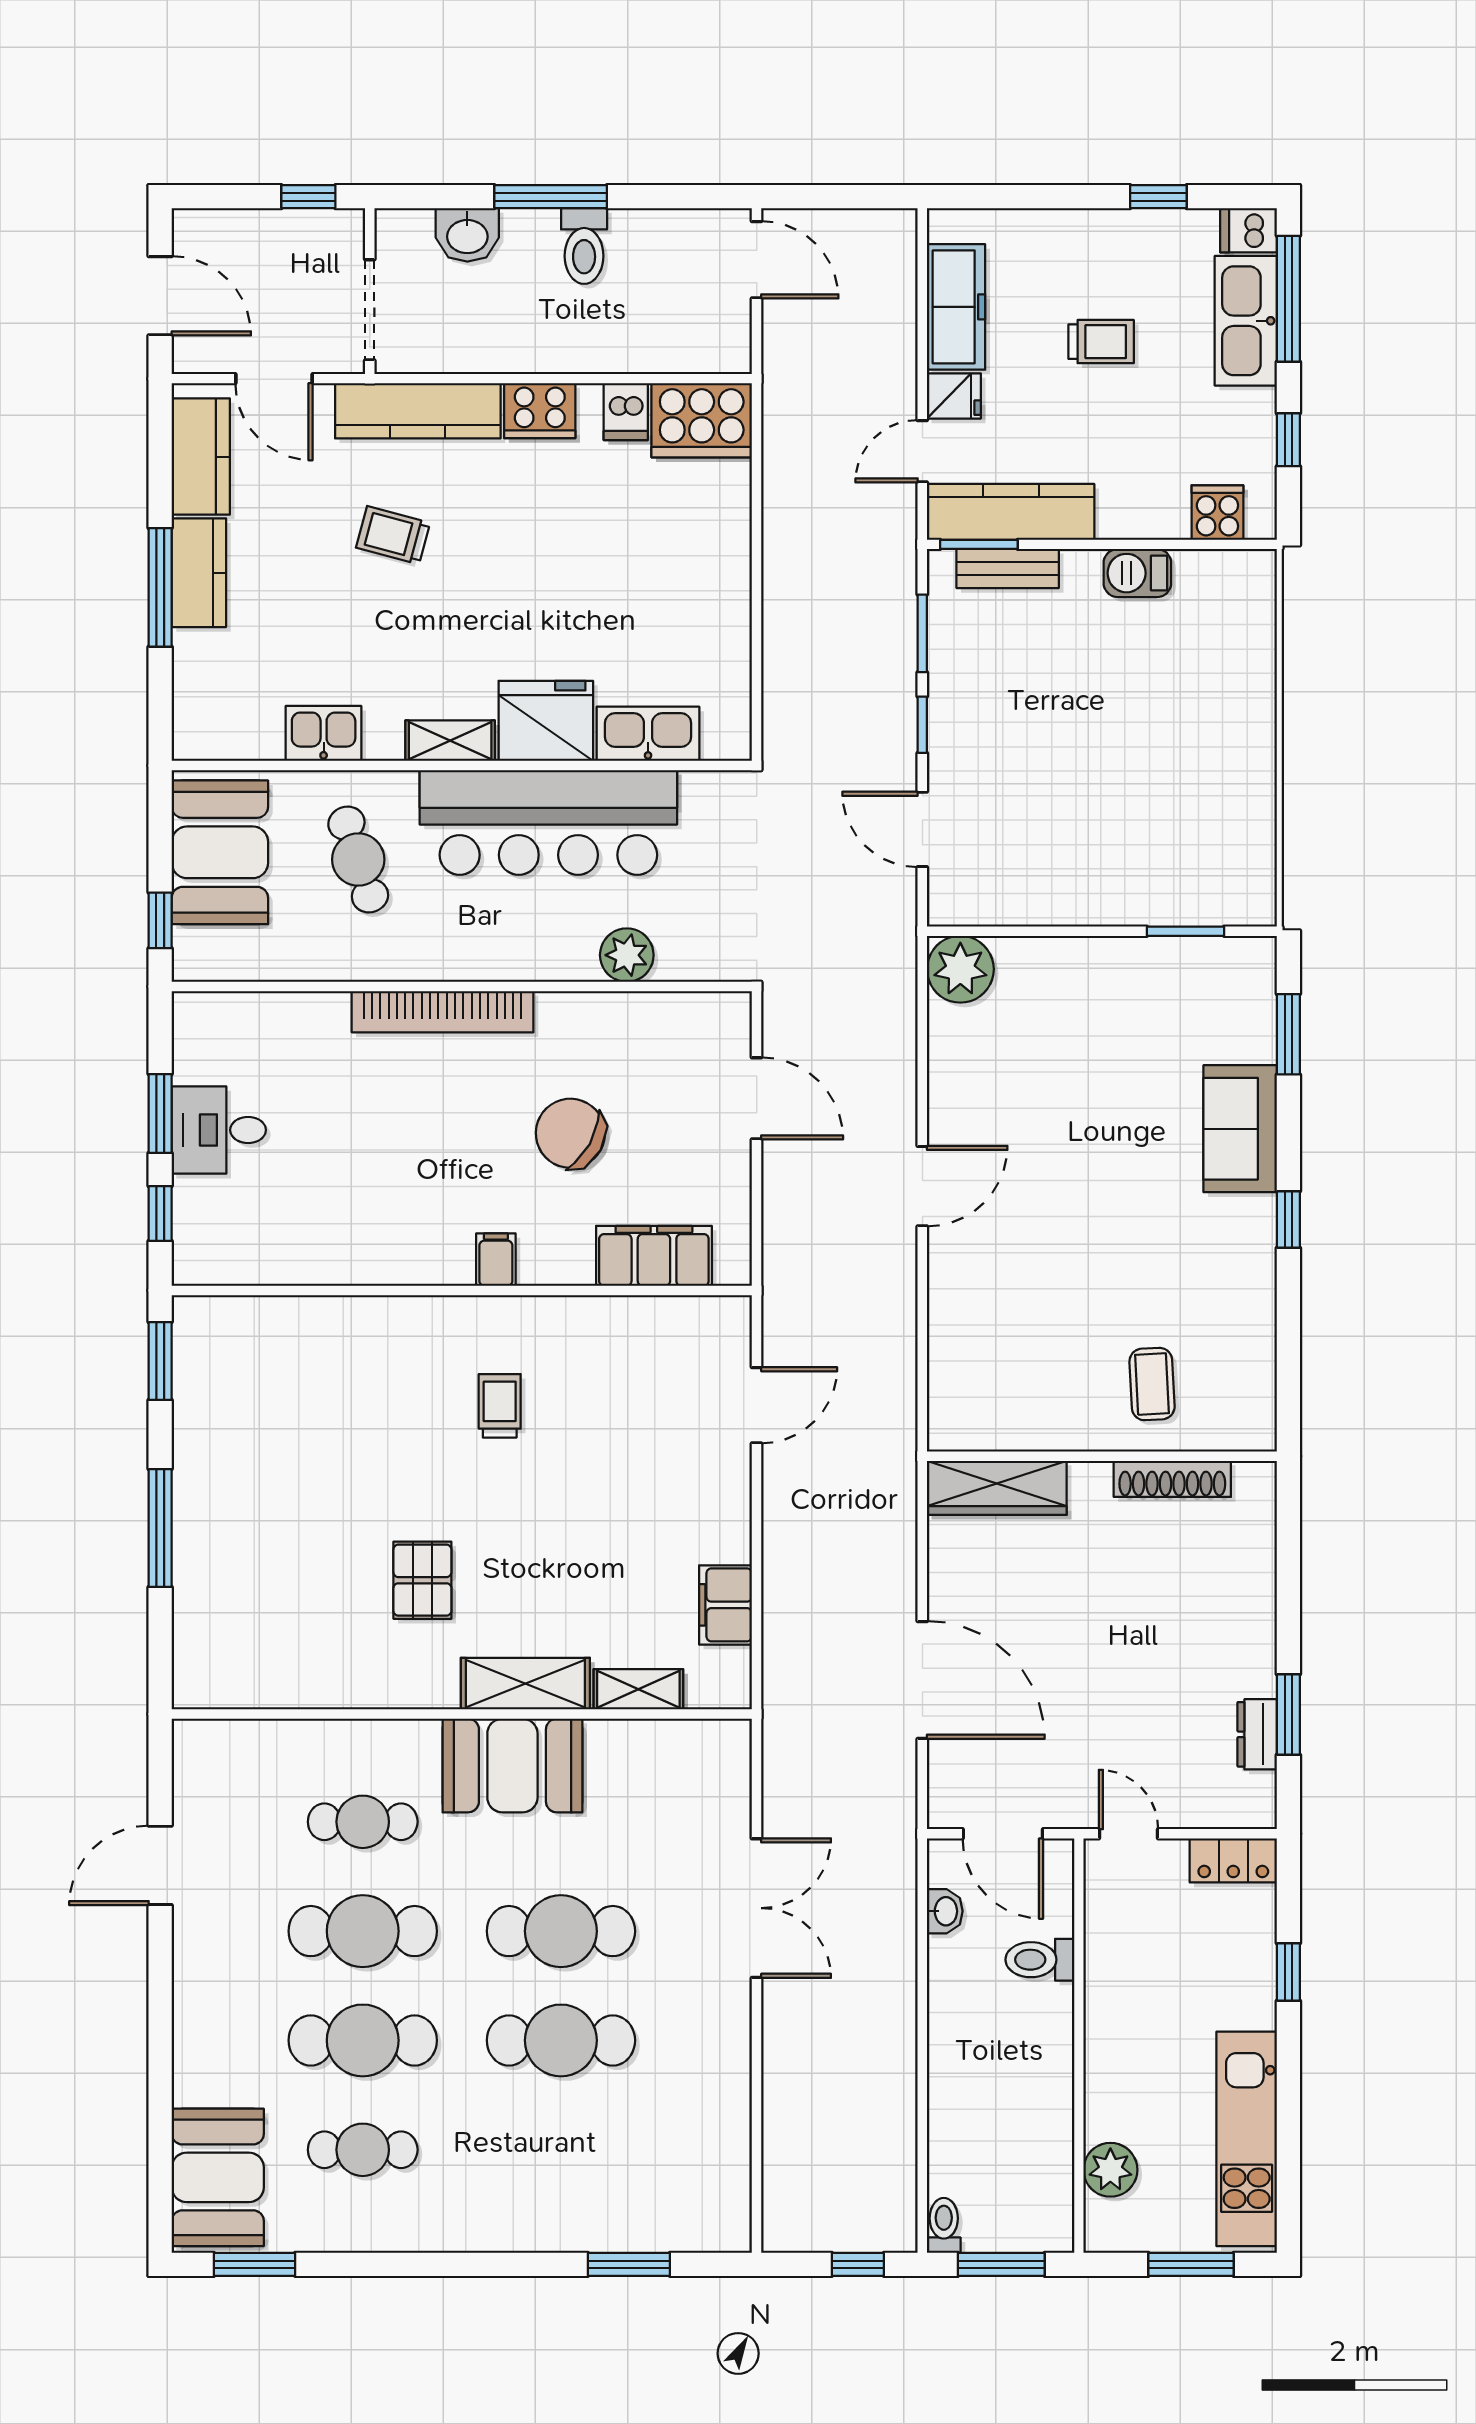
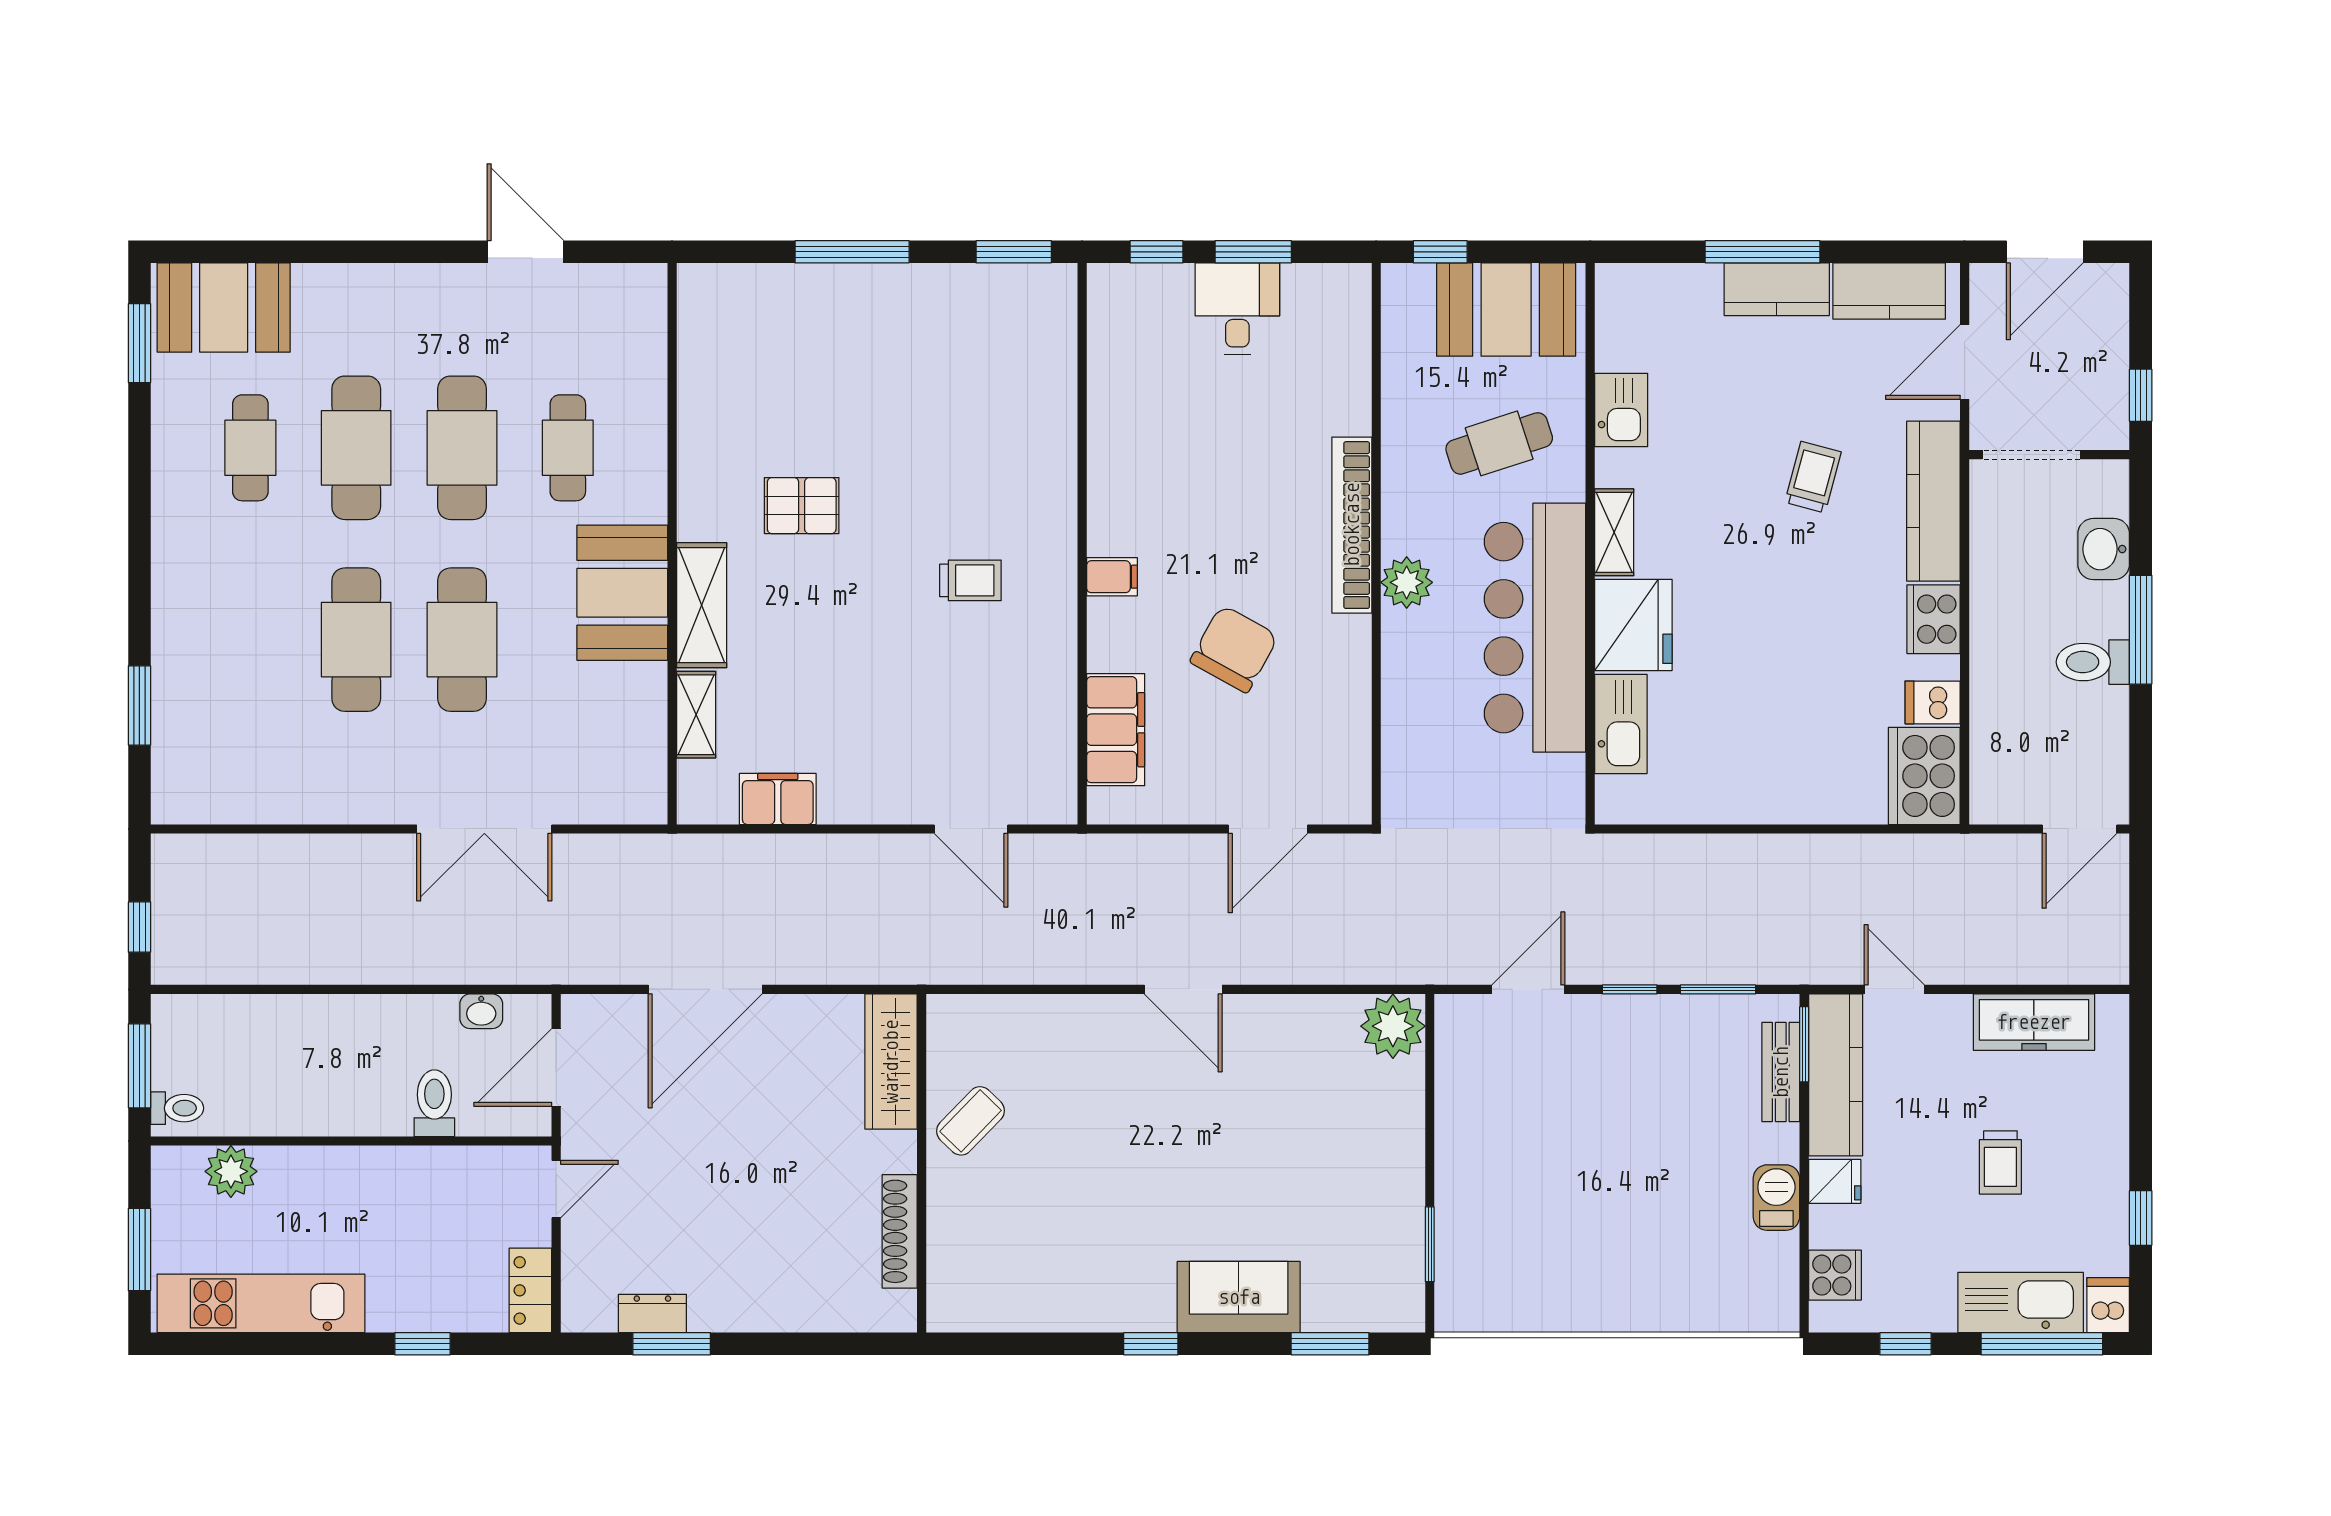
fridge: (954, 396) -> (1835, 1181), moved, turned -90
plant: (627, 955) -> (1407, 582), moved
coffee table: (1152, 1384) -> (971, 1121), moved, turned -43
toilet: (944, 2225) -> (177, 1108), moved

